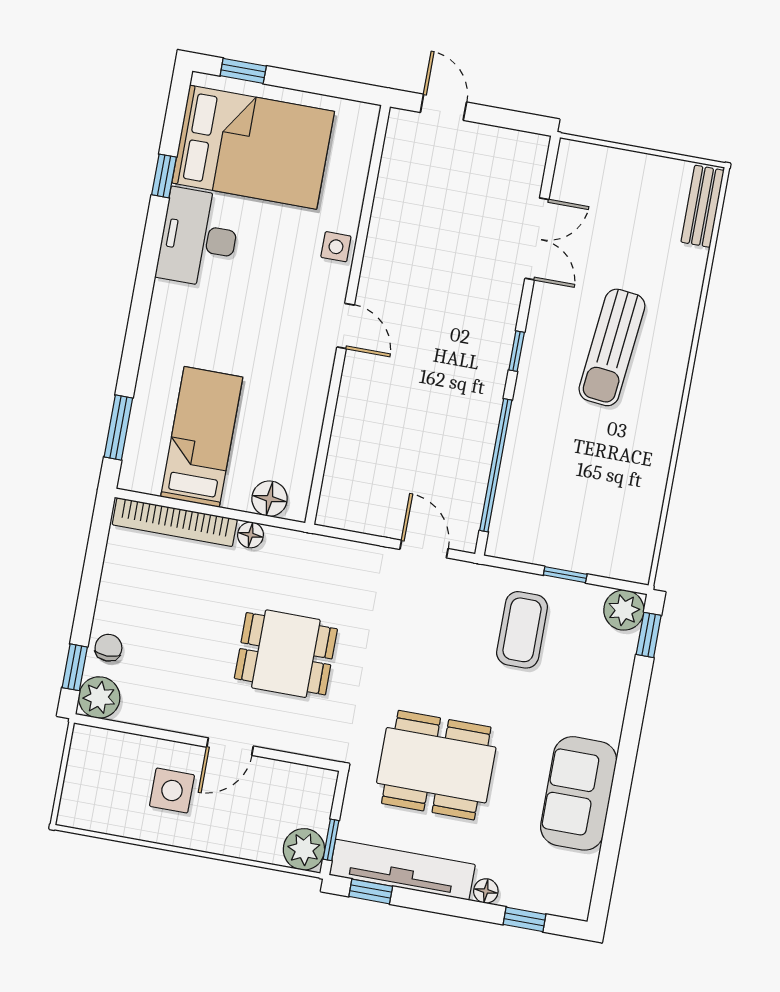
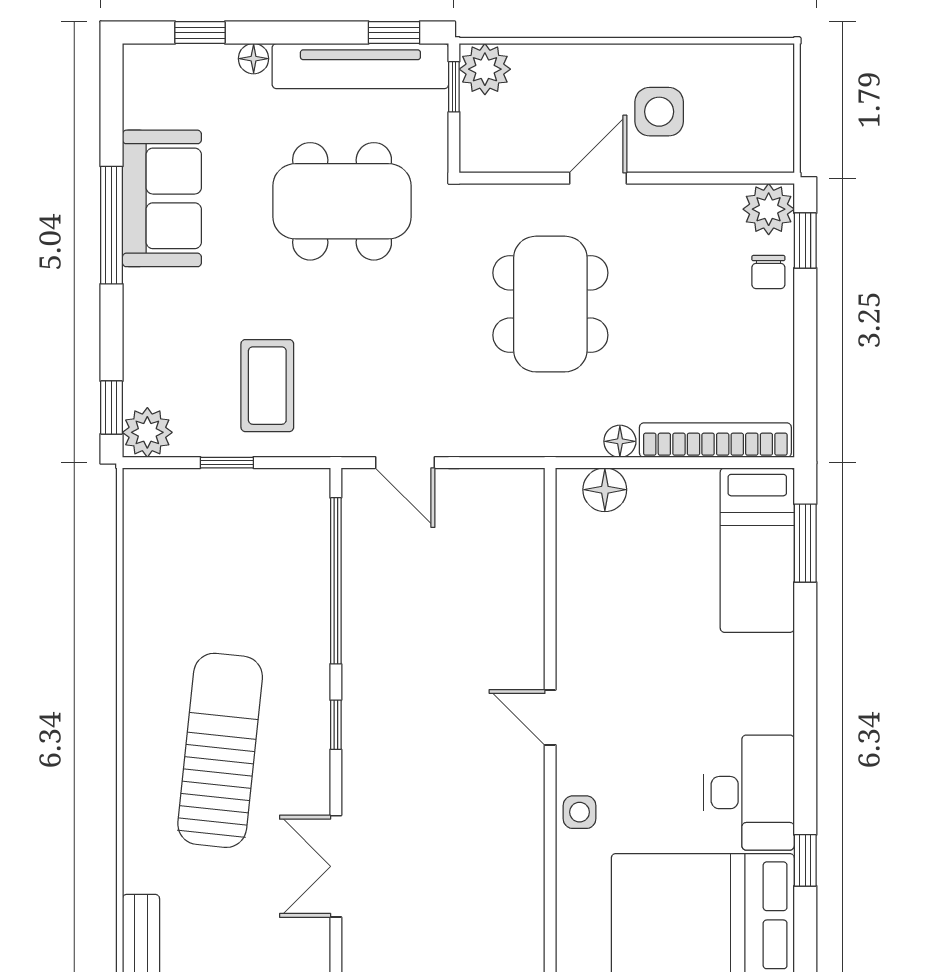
sun lounger: (612, 347) -> (220, 750), width x1.36, depth x1.34
bed: (202, 437) -> (757, 550), moved
dining table: (286, 654) -> (550, 304), width x1.38
window: (622, 779) -> (111, 225), added

